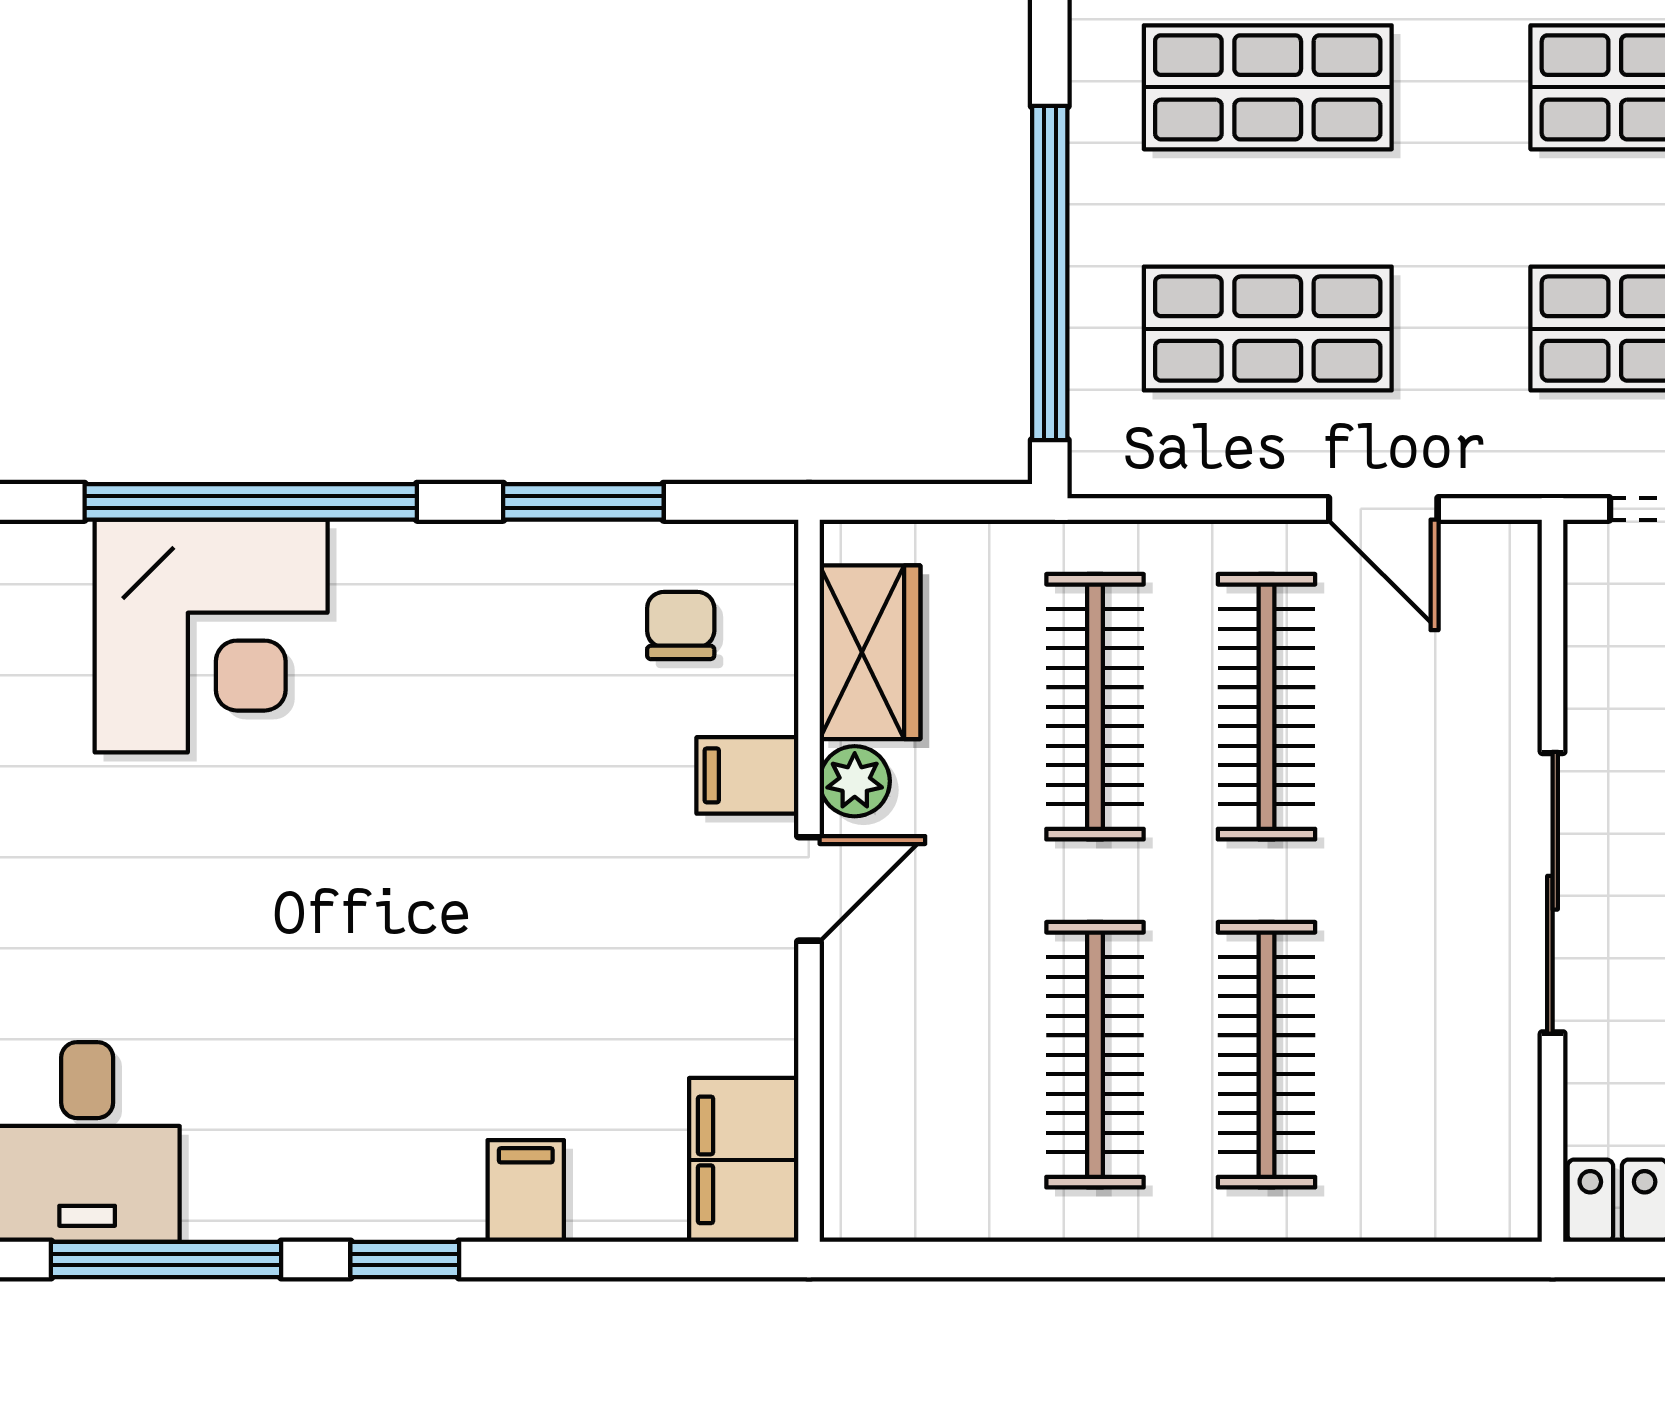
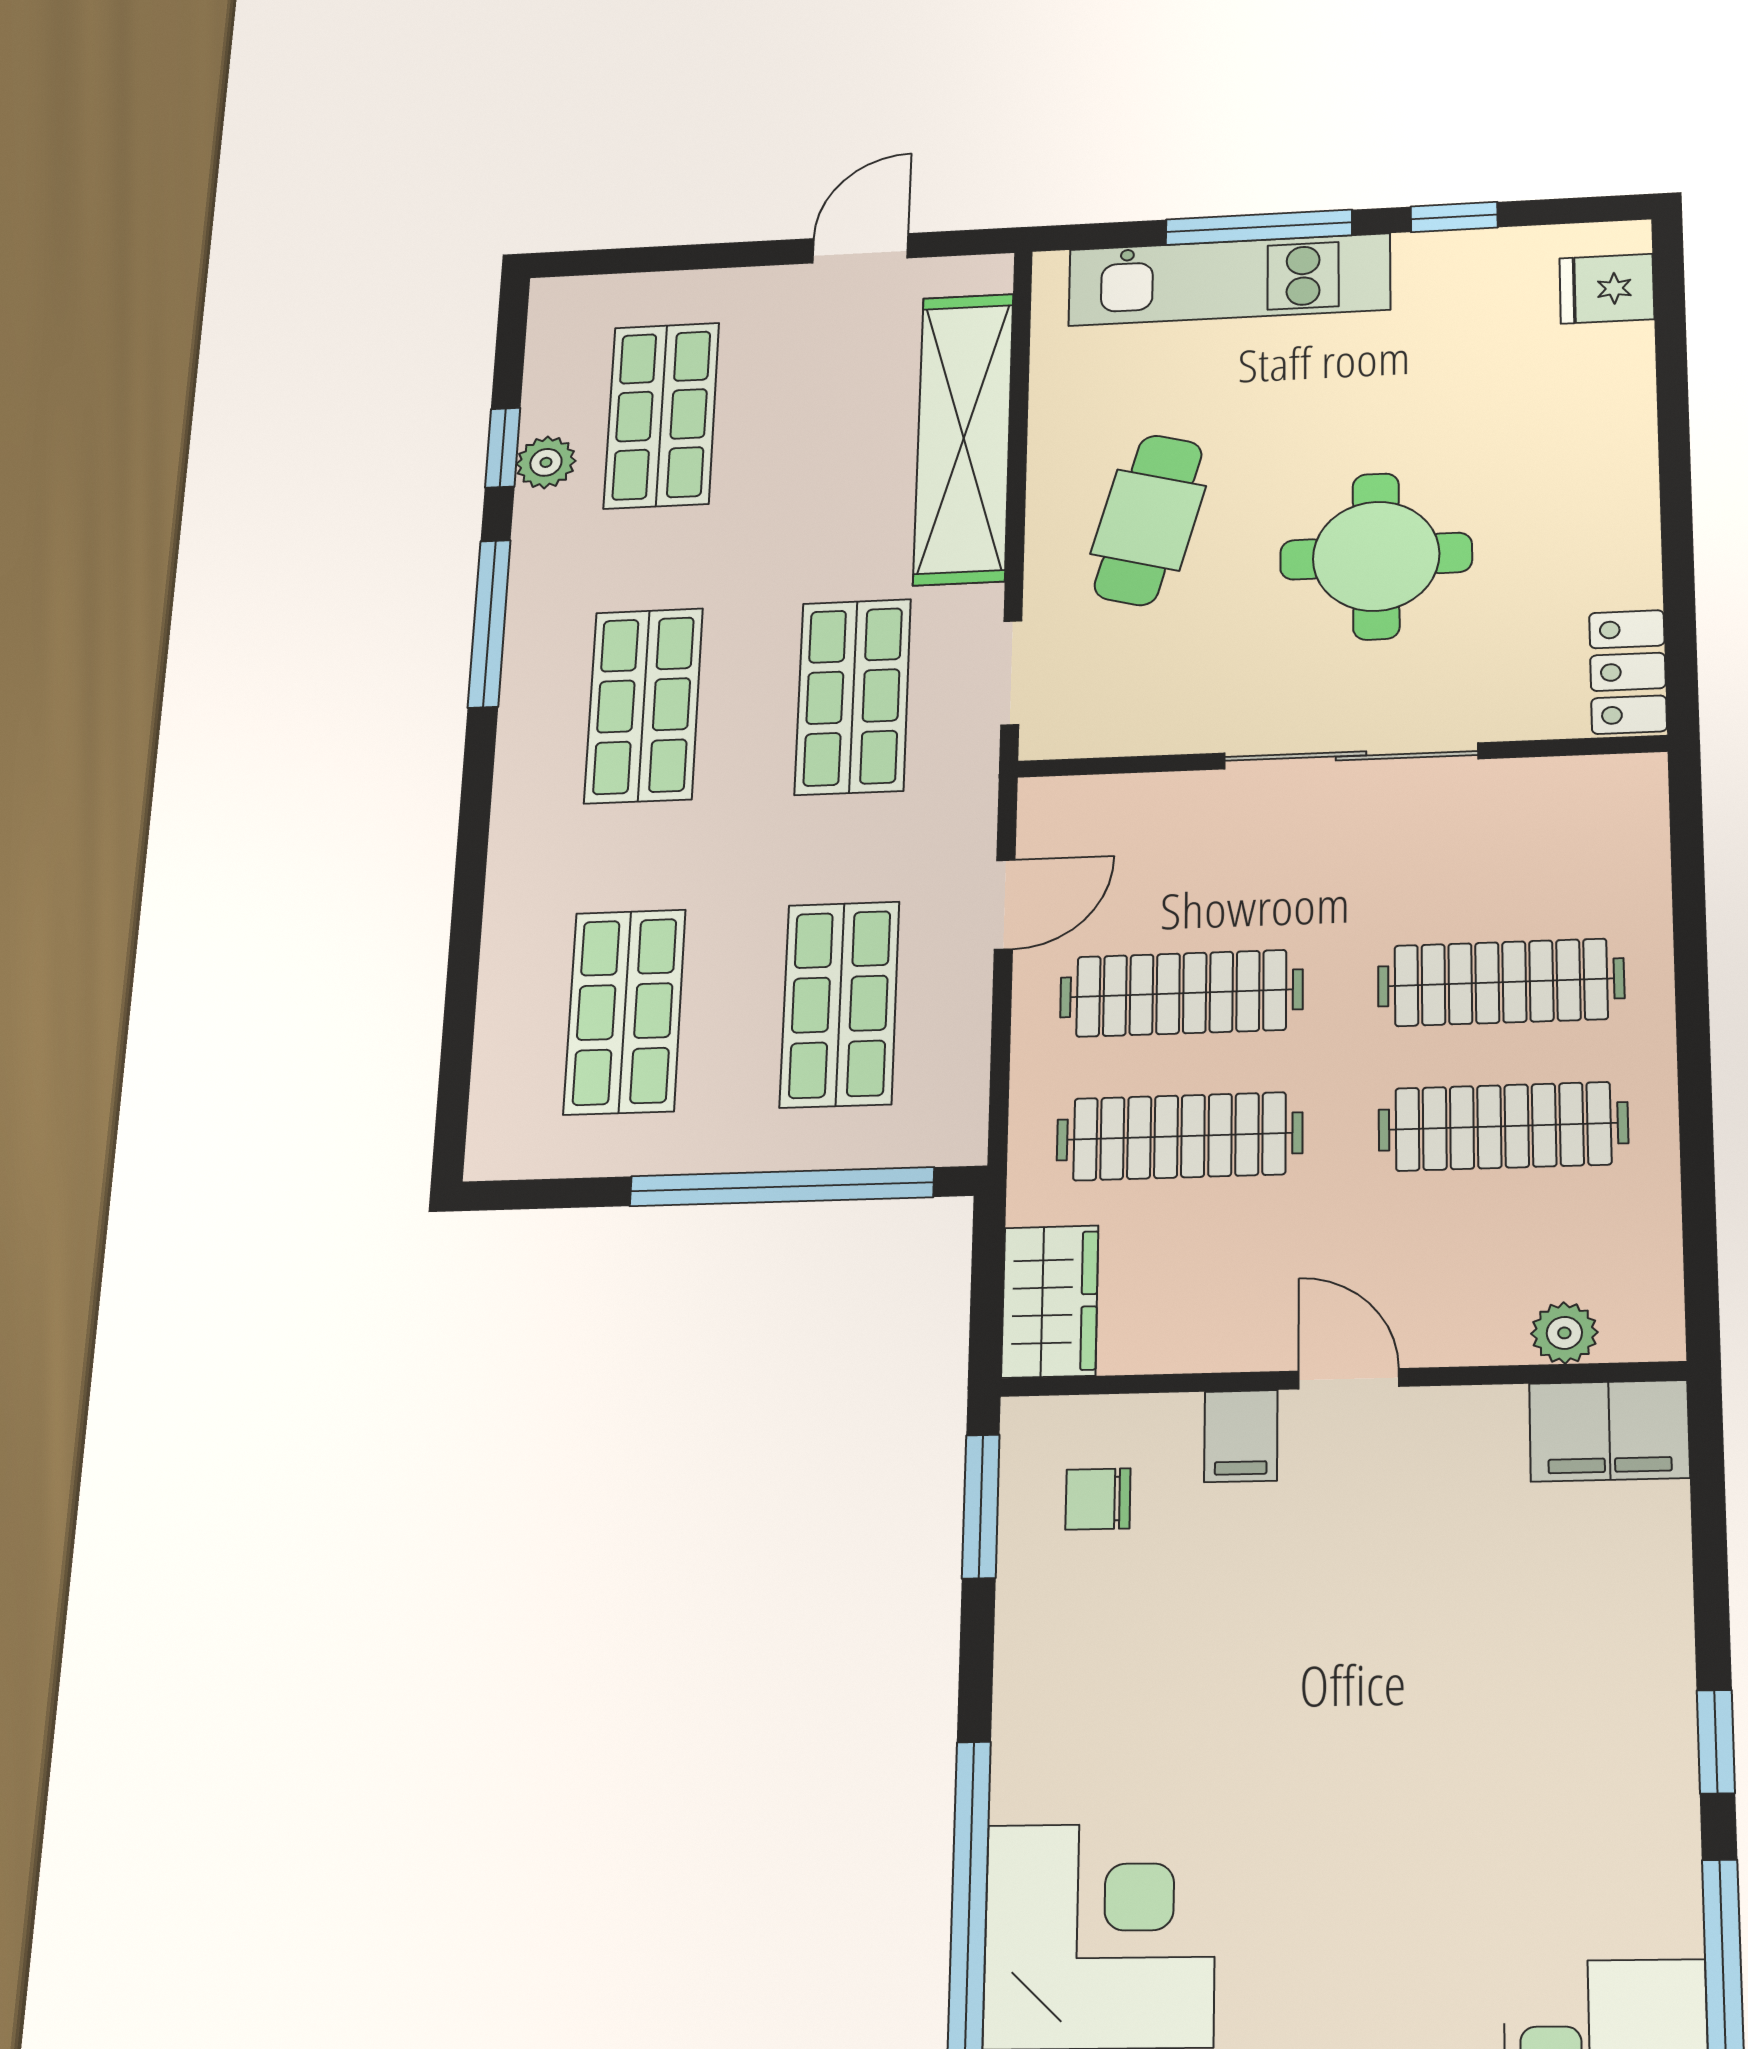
window: (583, 502) -> (981, 1506), moved
wardrobe: (870, 652) -> (1050, 1301), moved, turned 90
plant: (855, 781) -> (1564, 1333), moved
filing cabinet: (526, 1191) -> (1645, 1629), removed

